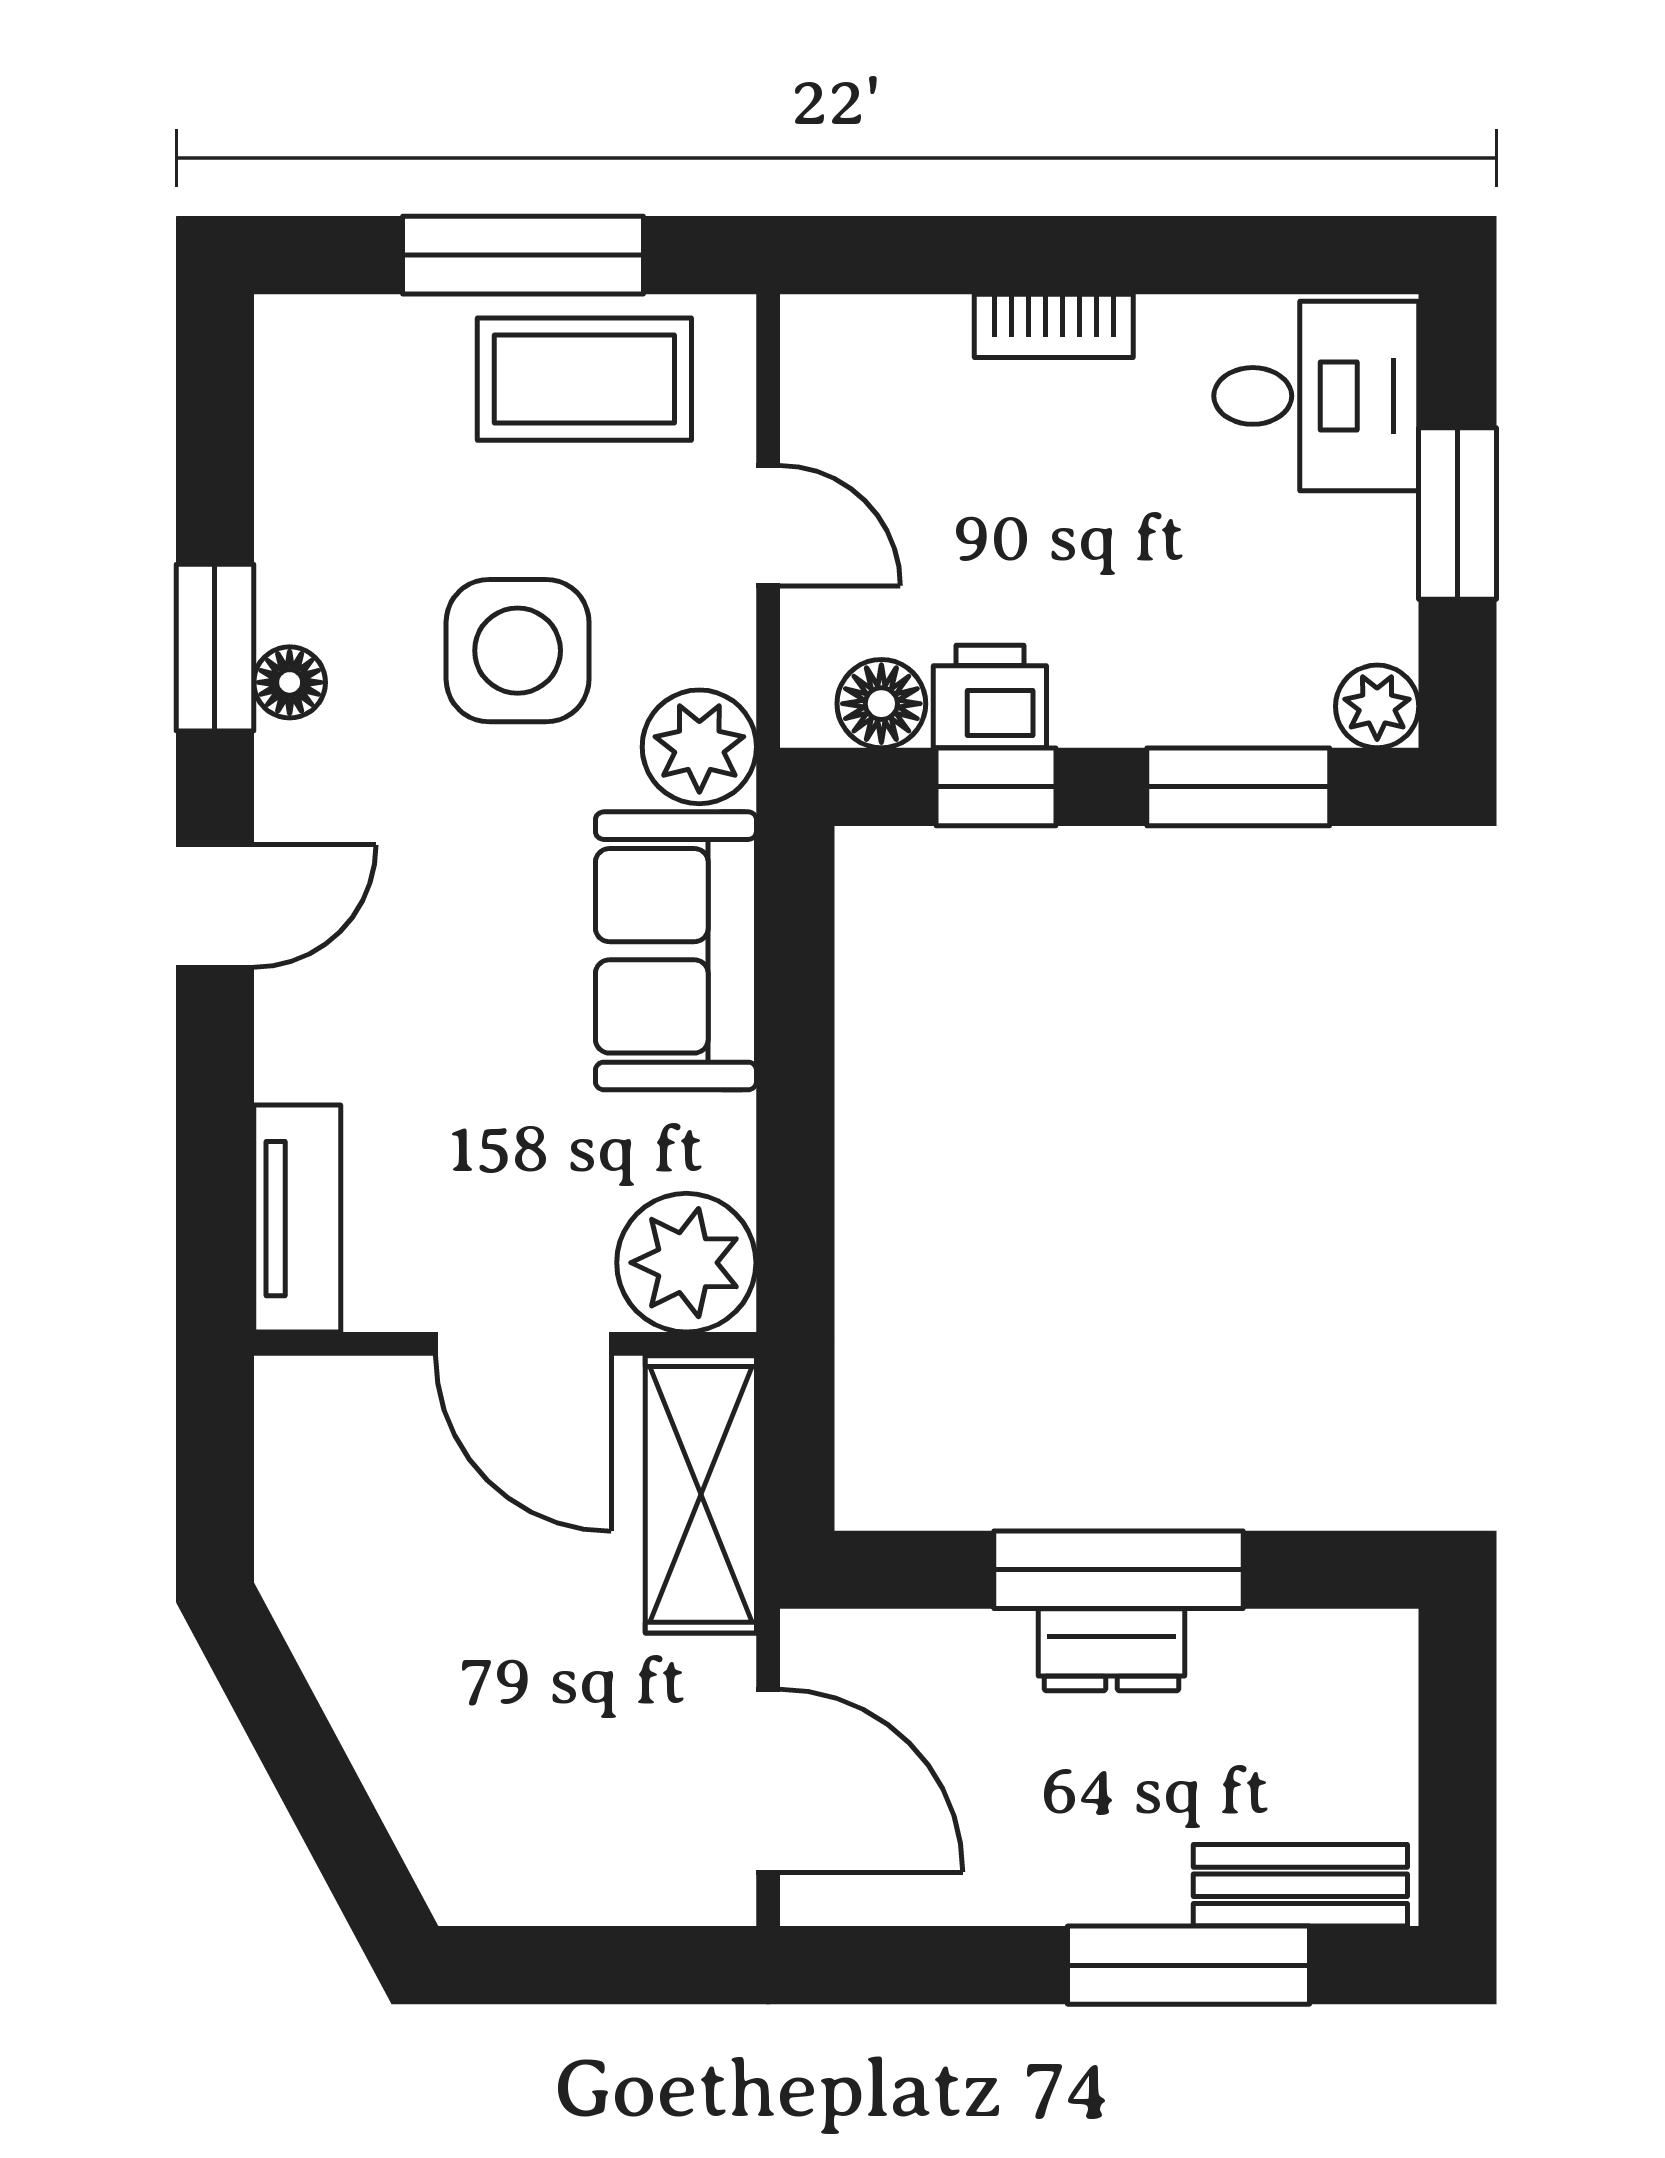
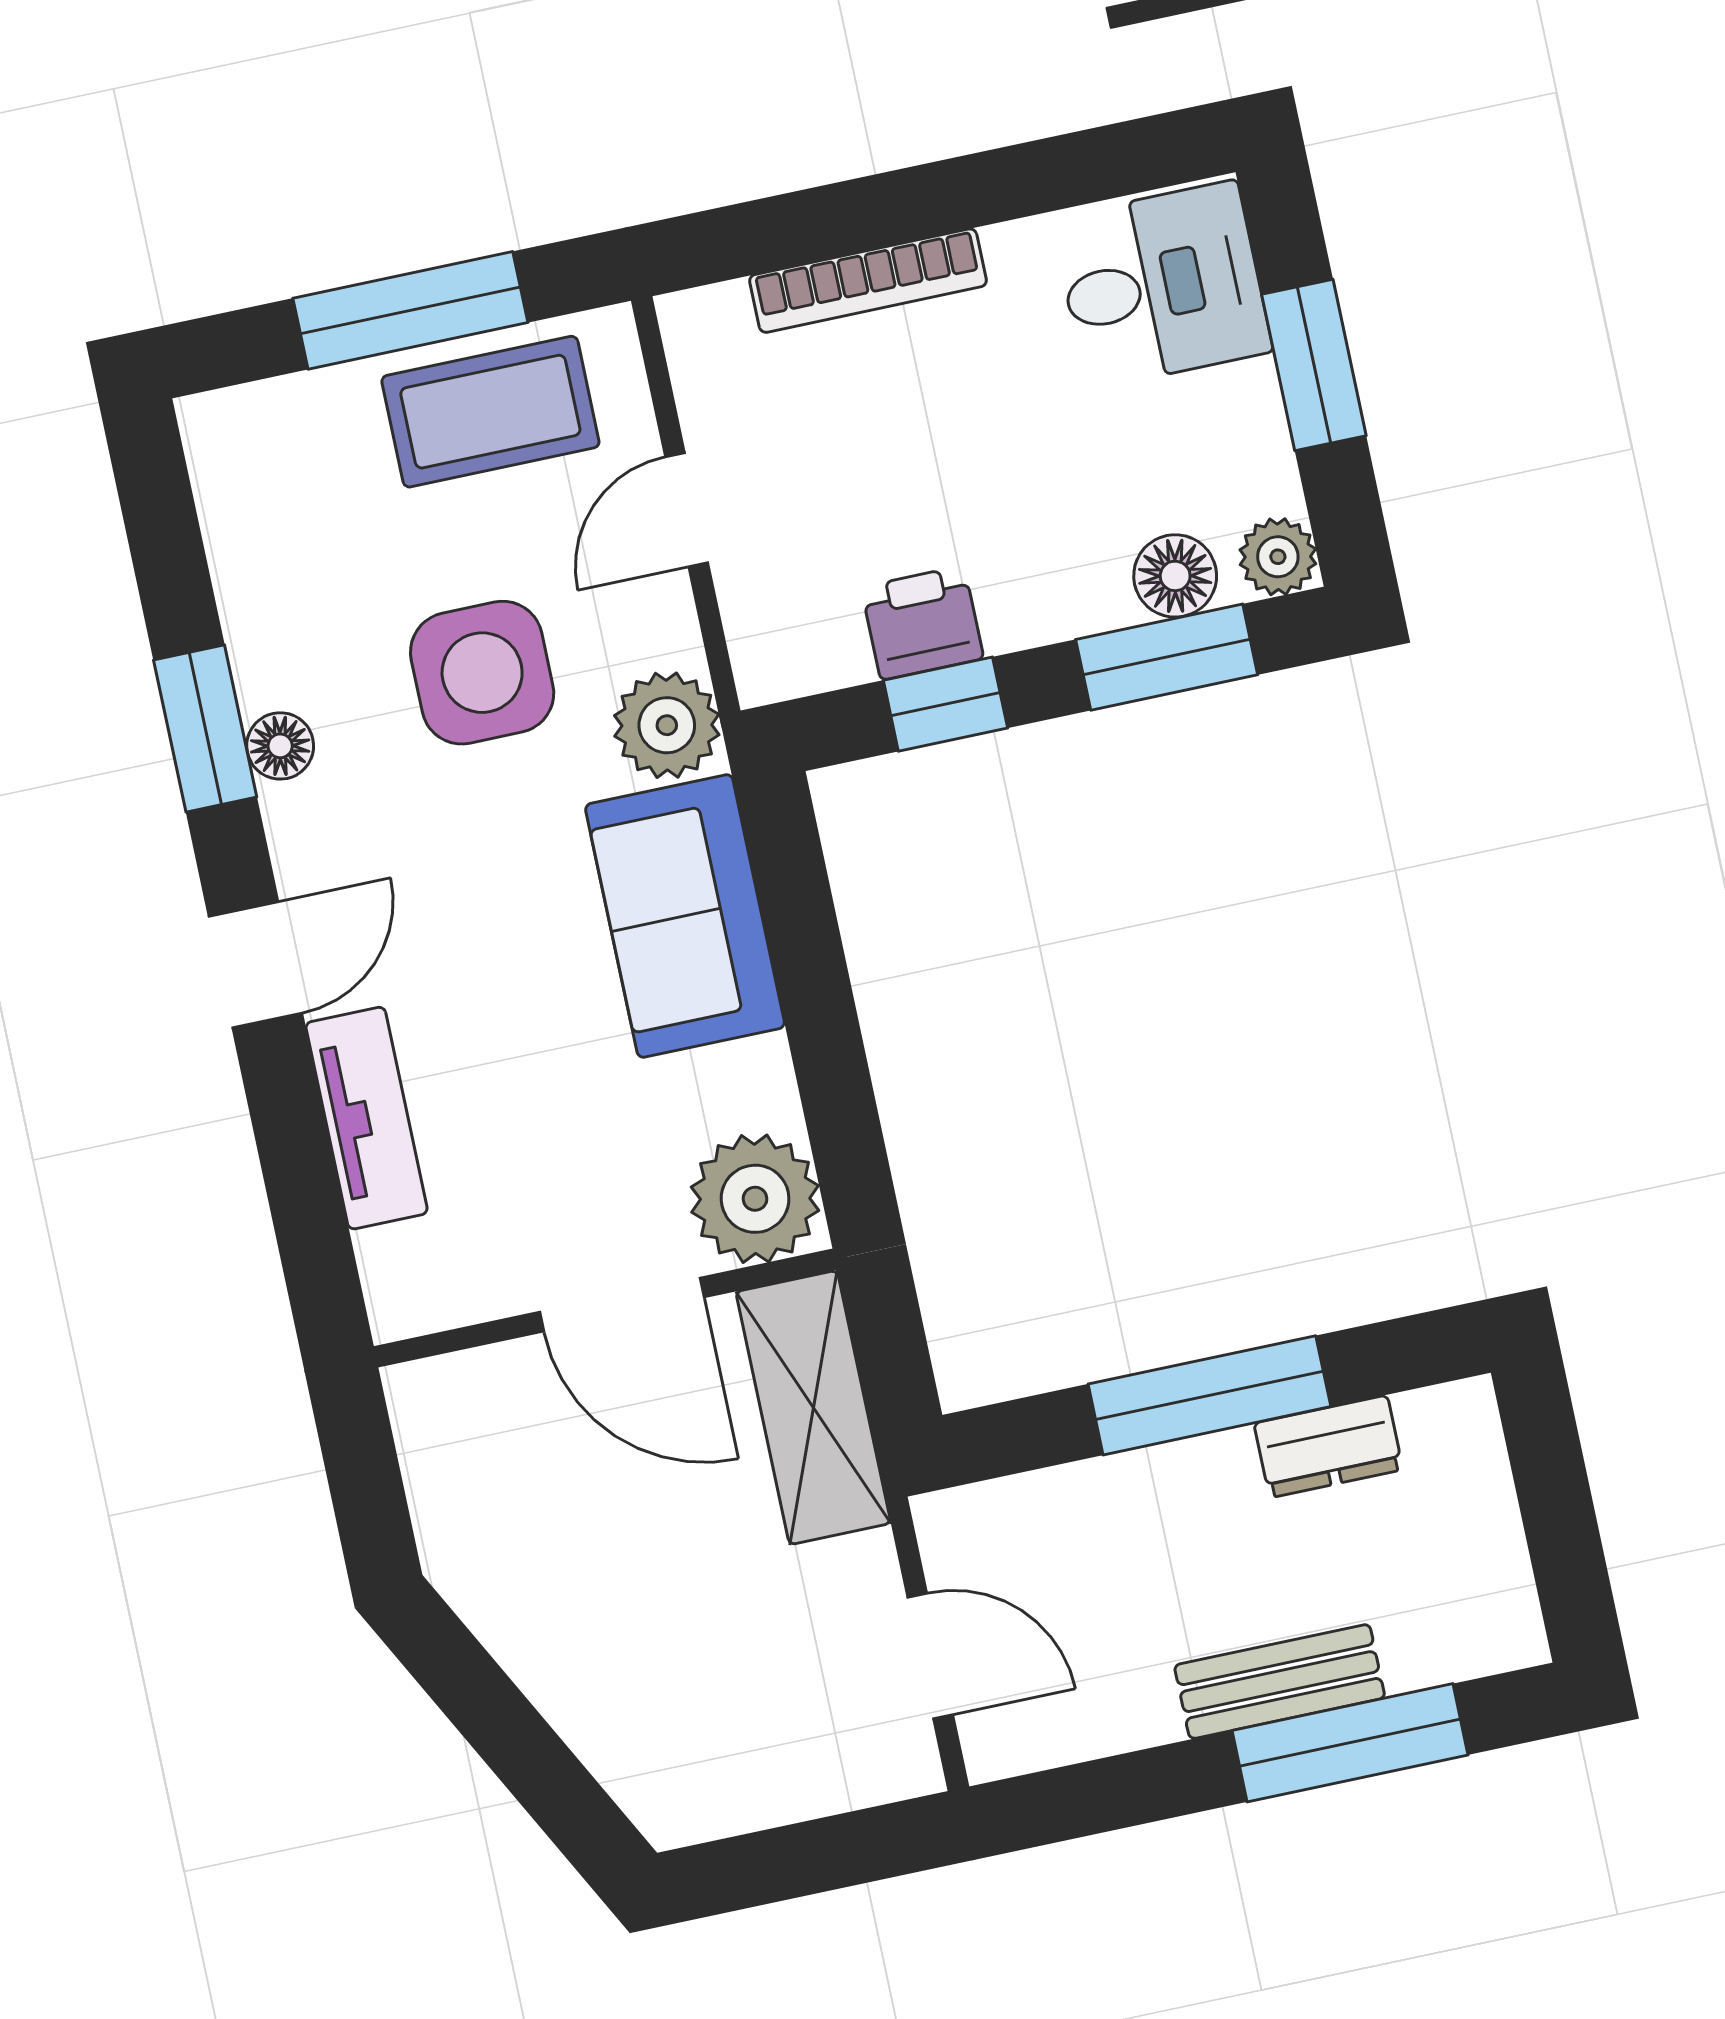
bookcase: (1054, 326) -> (868, 281), width x1.56
door: (768, 526) -> (687, 510), swing flipped
floor lamp: (881, 704) -> (1175, 576), moved
tv unit: (297, 1219) -> (367, 1118), moved
dresser: (1112, 1650) -> (1328, 1446), moved
door: (768, 1781) -> (930, 1656), width x0.73
bench: (1300, 1885) -> (1280, 1682), moved

